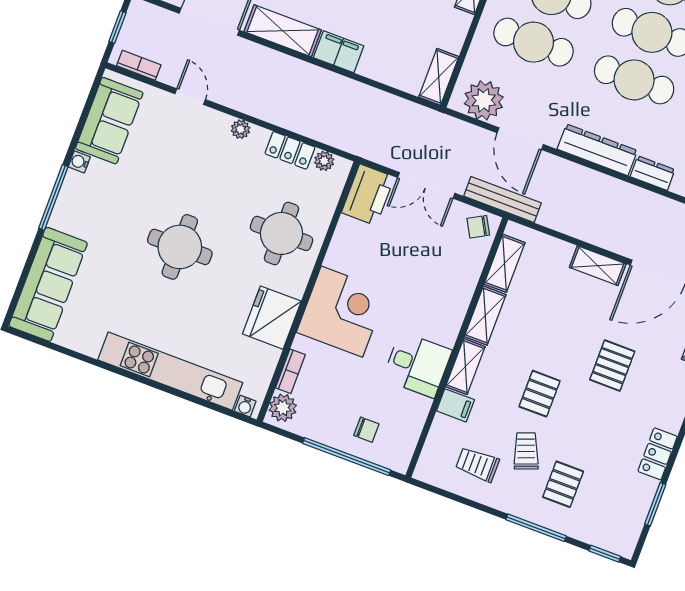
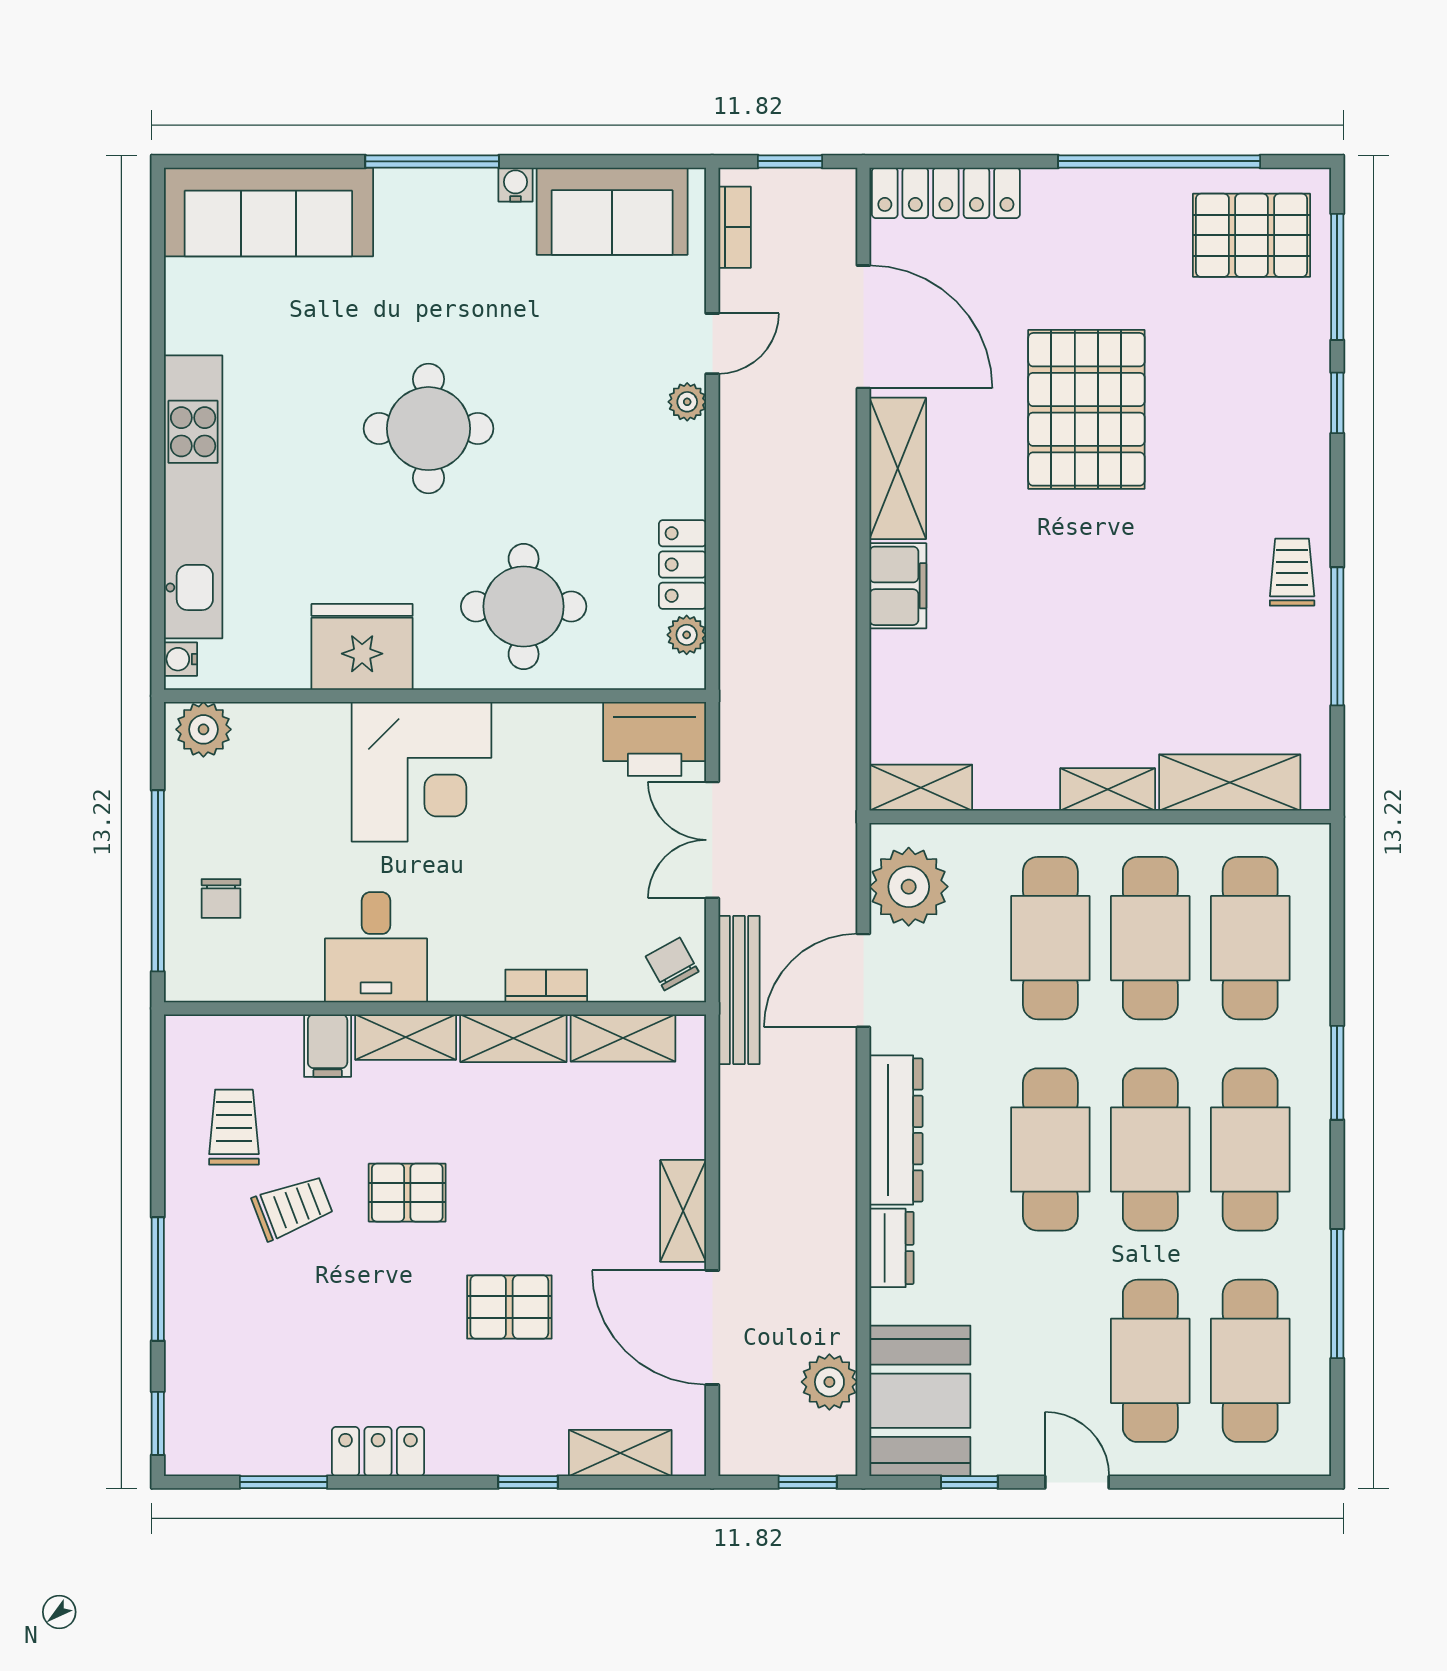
plant: (241, 129) -> (687, 402), moved
bookcase: (290, 371) -> (546, 986), moved, turned 180
pallet: (563, 484) -> (257, 1299), removed

